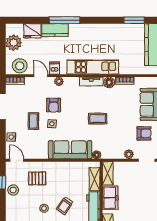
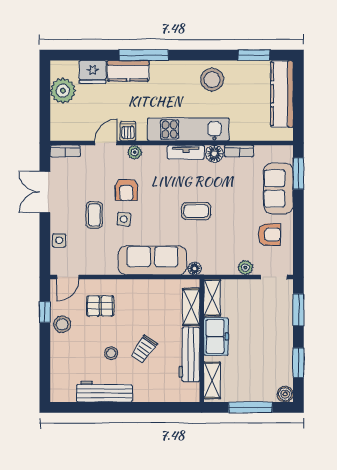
stool: (20, 66) -> (212, 80), moved
door: (41, 76) -> (106, 143), hinge flipped
door: (17, 160) -> (68, 277), swing flipped

